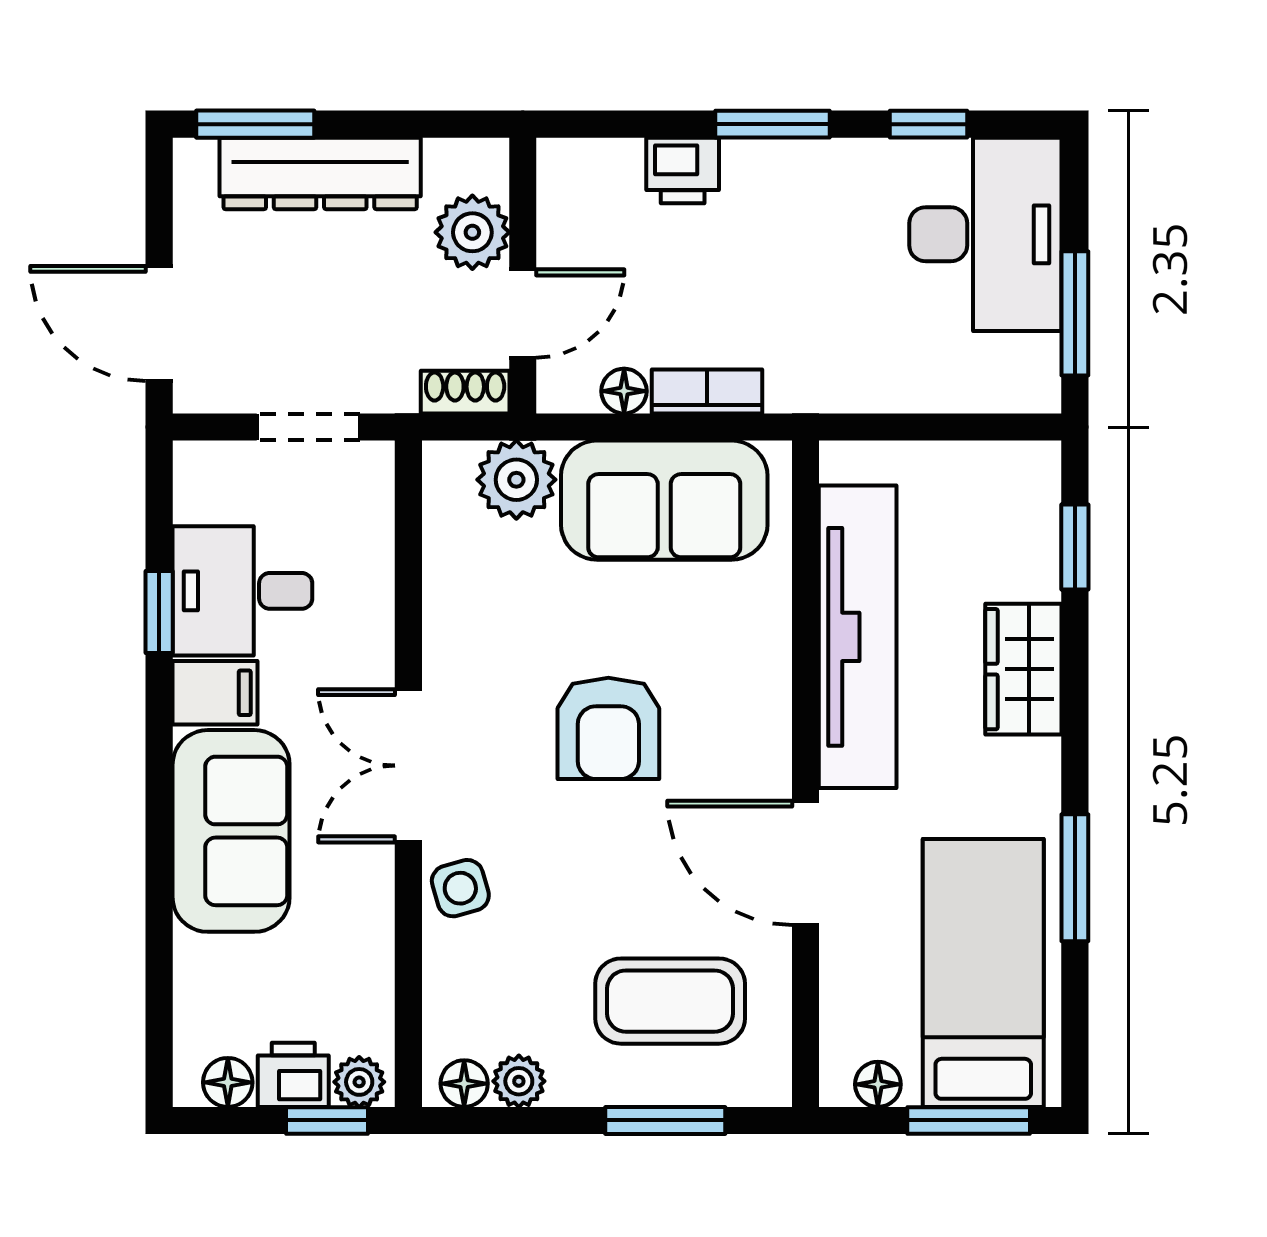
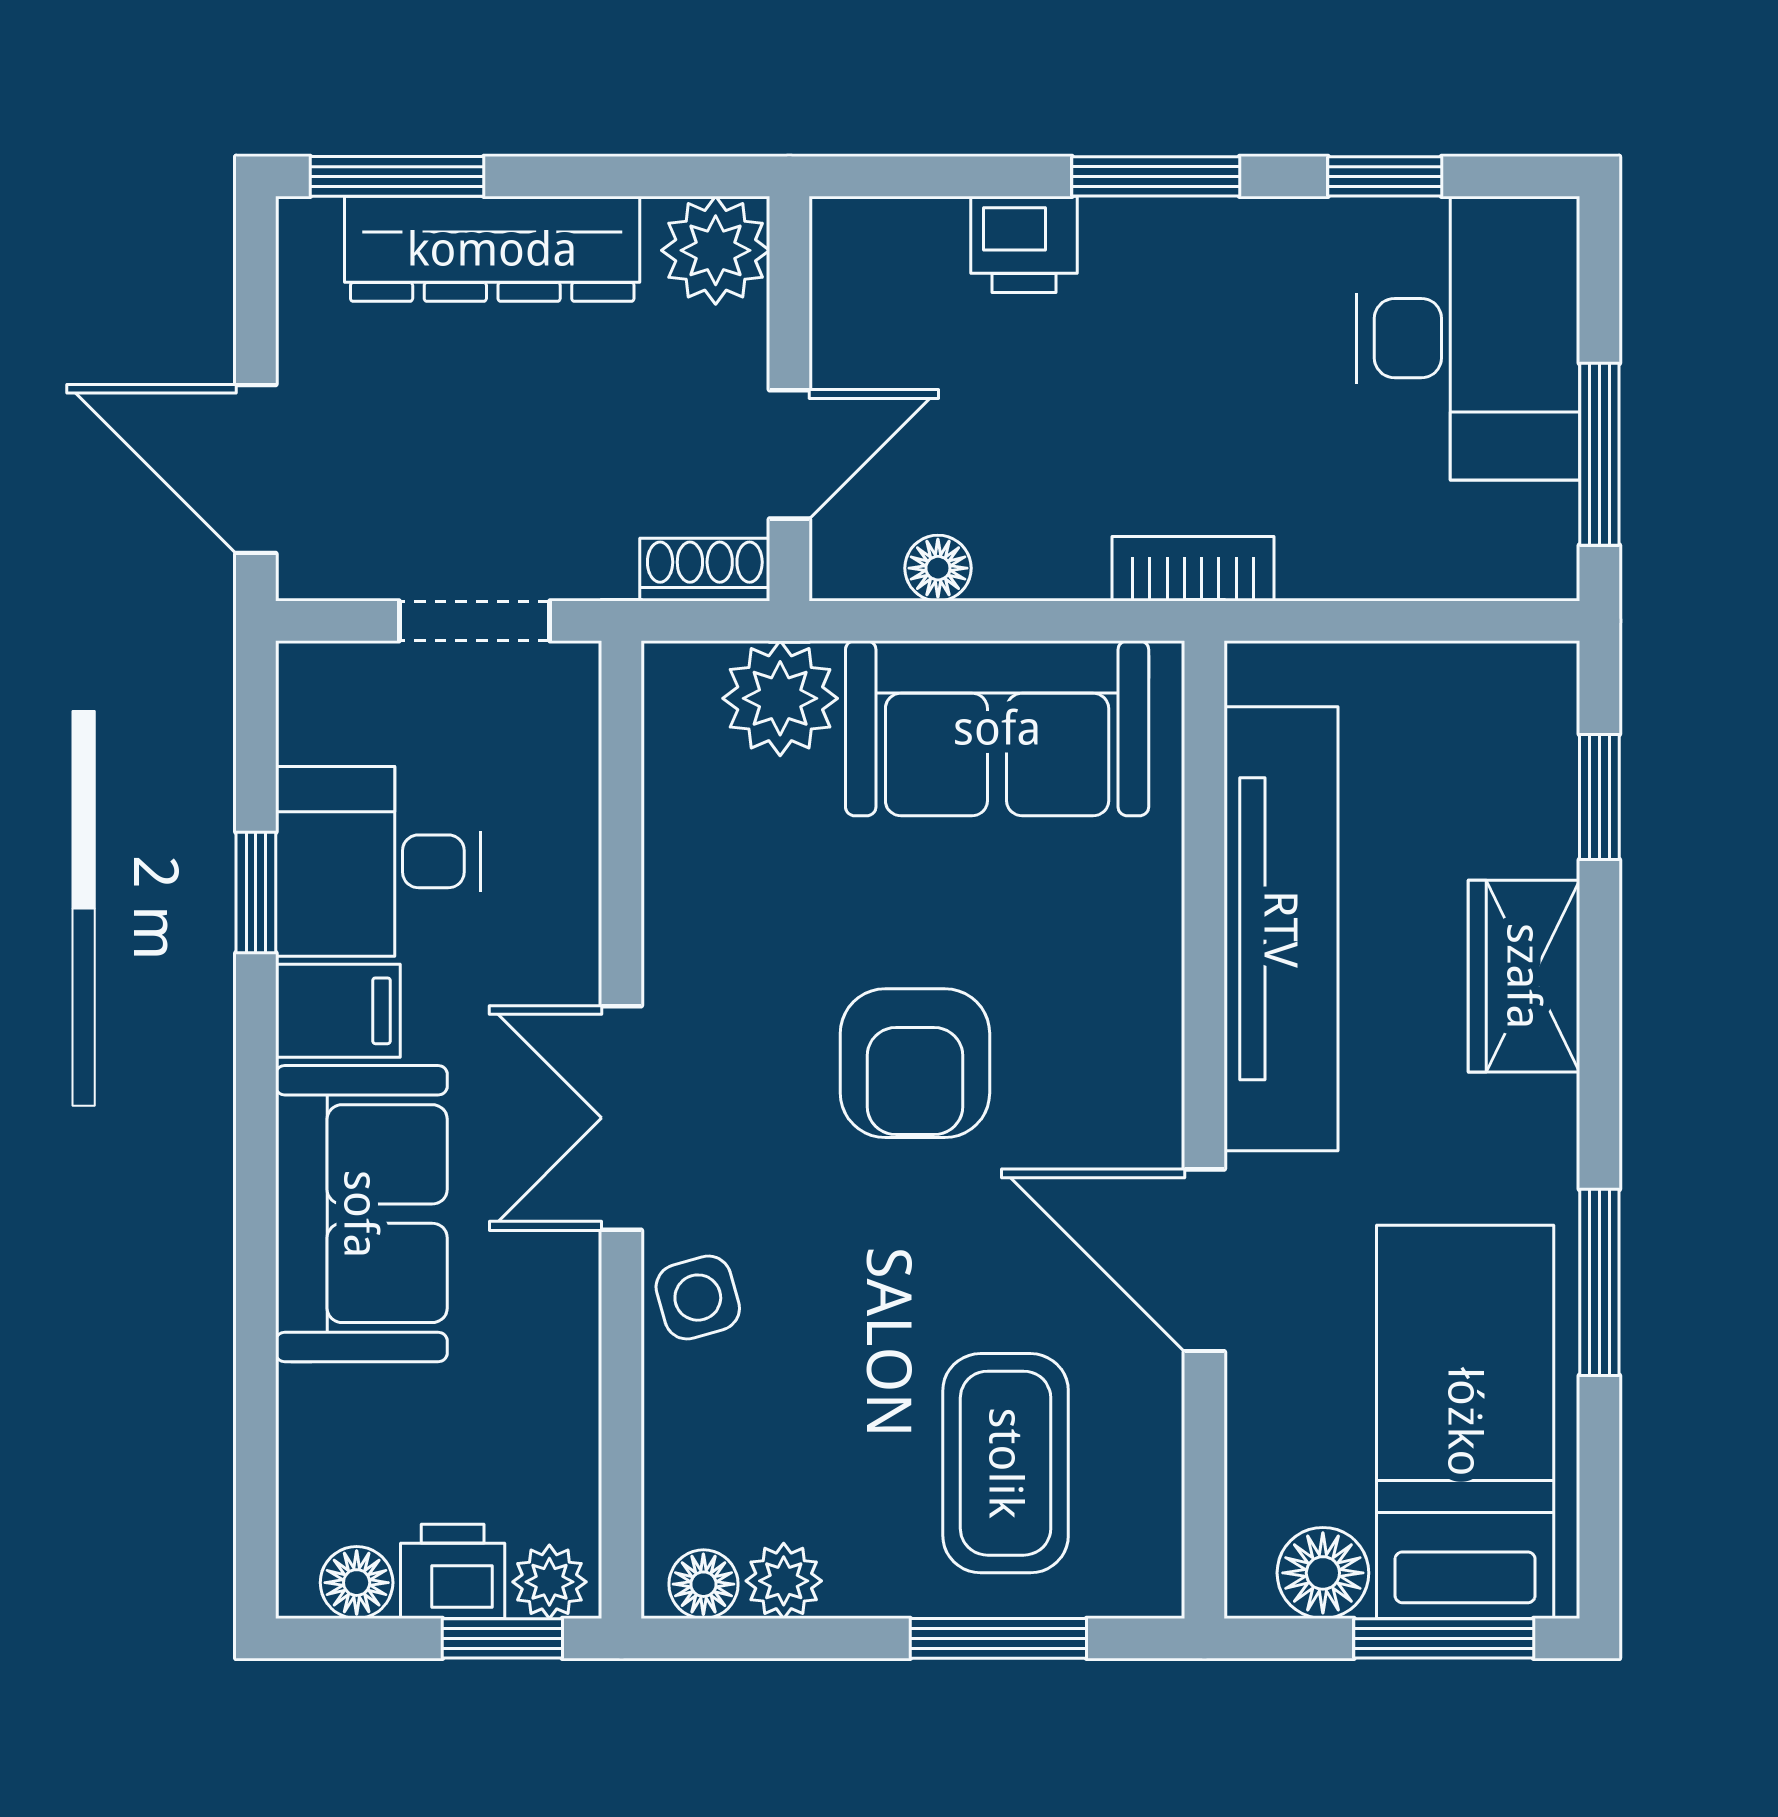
plant: (472, 232) -> (716, 250), moved
bookcase: (707, 392) -> (1193, 569), moved
coffee table: (670, 1001) -> (1006, 1463), turned 90
floor lamp: (878, 1084) -> (1323, 1573), width x1.37, depth x1.37

